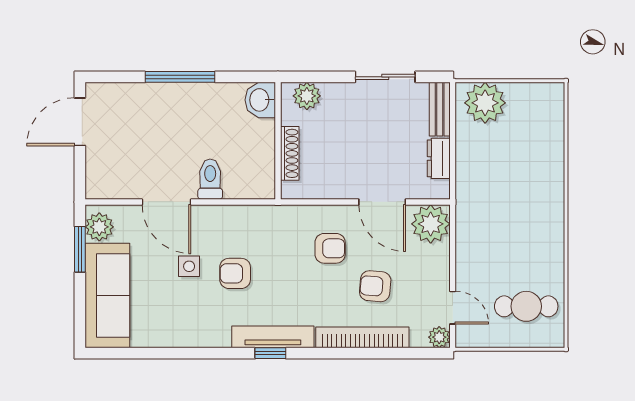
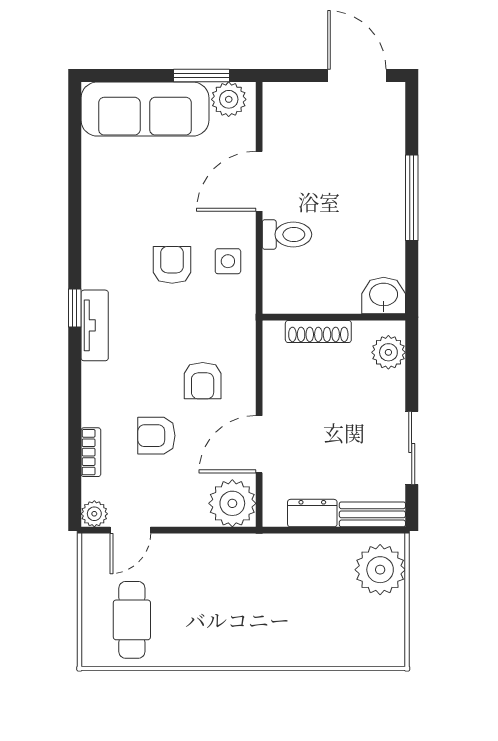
side table: (189, 266) -> (228, 261), moved
armchair: (375, 286) -> (156, 436), turned -95
tv unit: (273, 337) -> (95, 325), width x0.71
bookcase: (362, 337) -> (91, 452), width x0.43, depth x0.76

